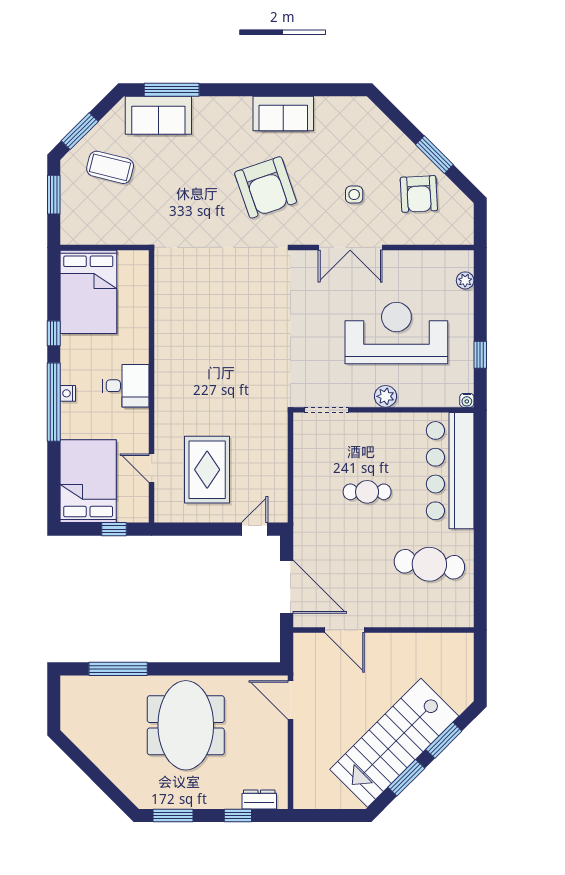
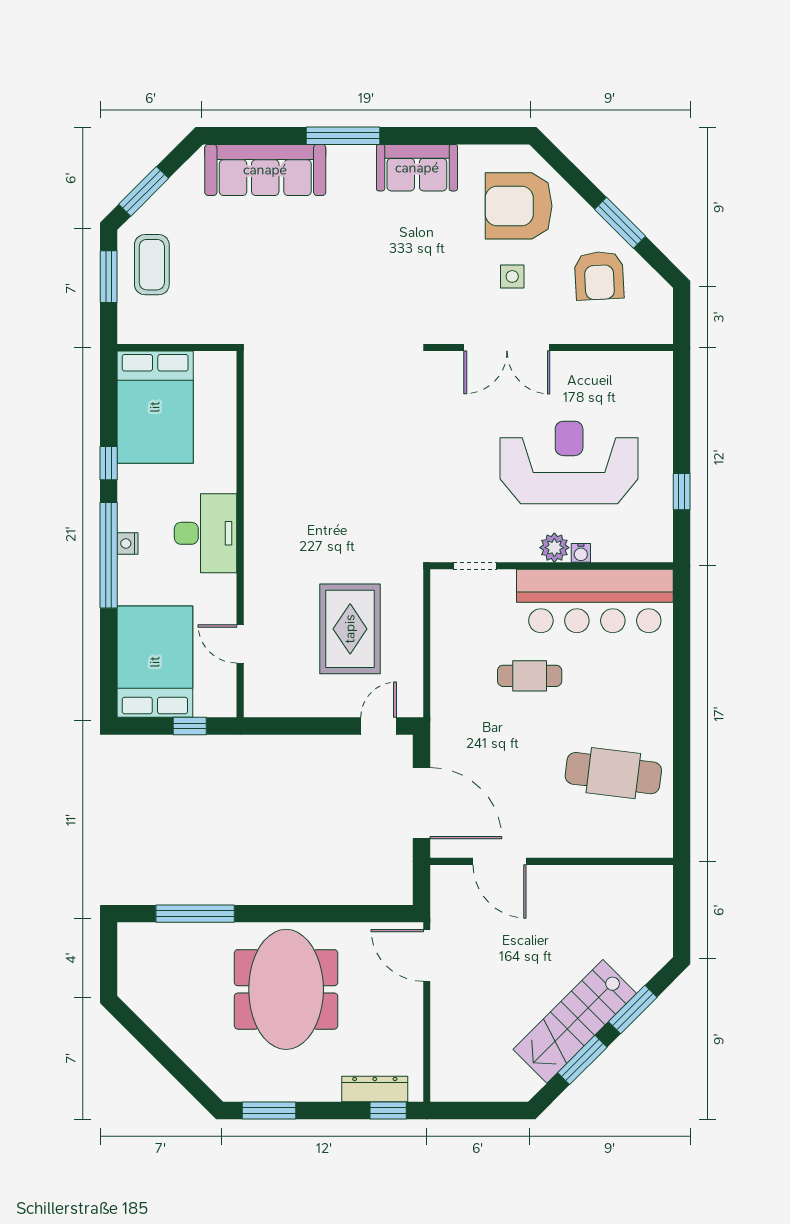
window: (172, 90) -> (343, 136), moved
sofa: (158, 115) -> (265, 170), width x1.36
coffee table: (110, 167) -> (152, 265), moved, turned 76
armchair: (266, 187) -> (519, 206), moved, turned 109
plant: (465, 280) -> (661, 392), removed
desk: (126, 386) -> (206, 533), width x1.37
water cooler: (467, 400) -> (581, 553), moved
doorway: (326, 410) -> (475, 566), width x0.73
rug: (207, 470) -> (350, 629), moved
bar counter: (450, 471) -> (595, 601), moved, turned -90
stairs: (394, 743) -> (575, 1021), width x0.73, depth x0.66
dresser: (259, 799) -> (375, 1089), width x1.44
window: (238, 815) -> (388, 1111), moved

